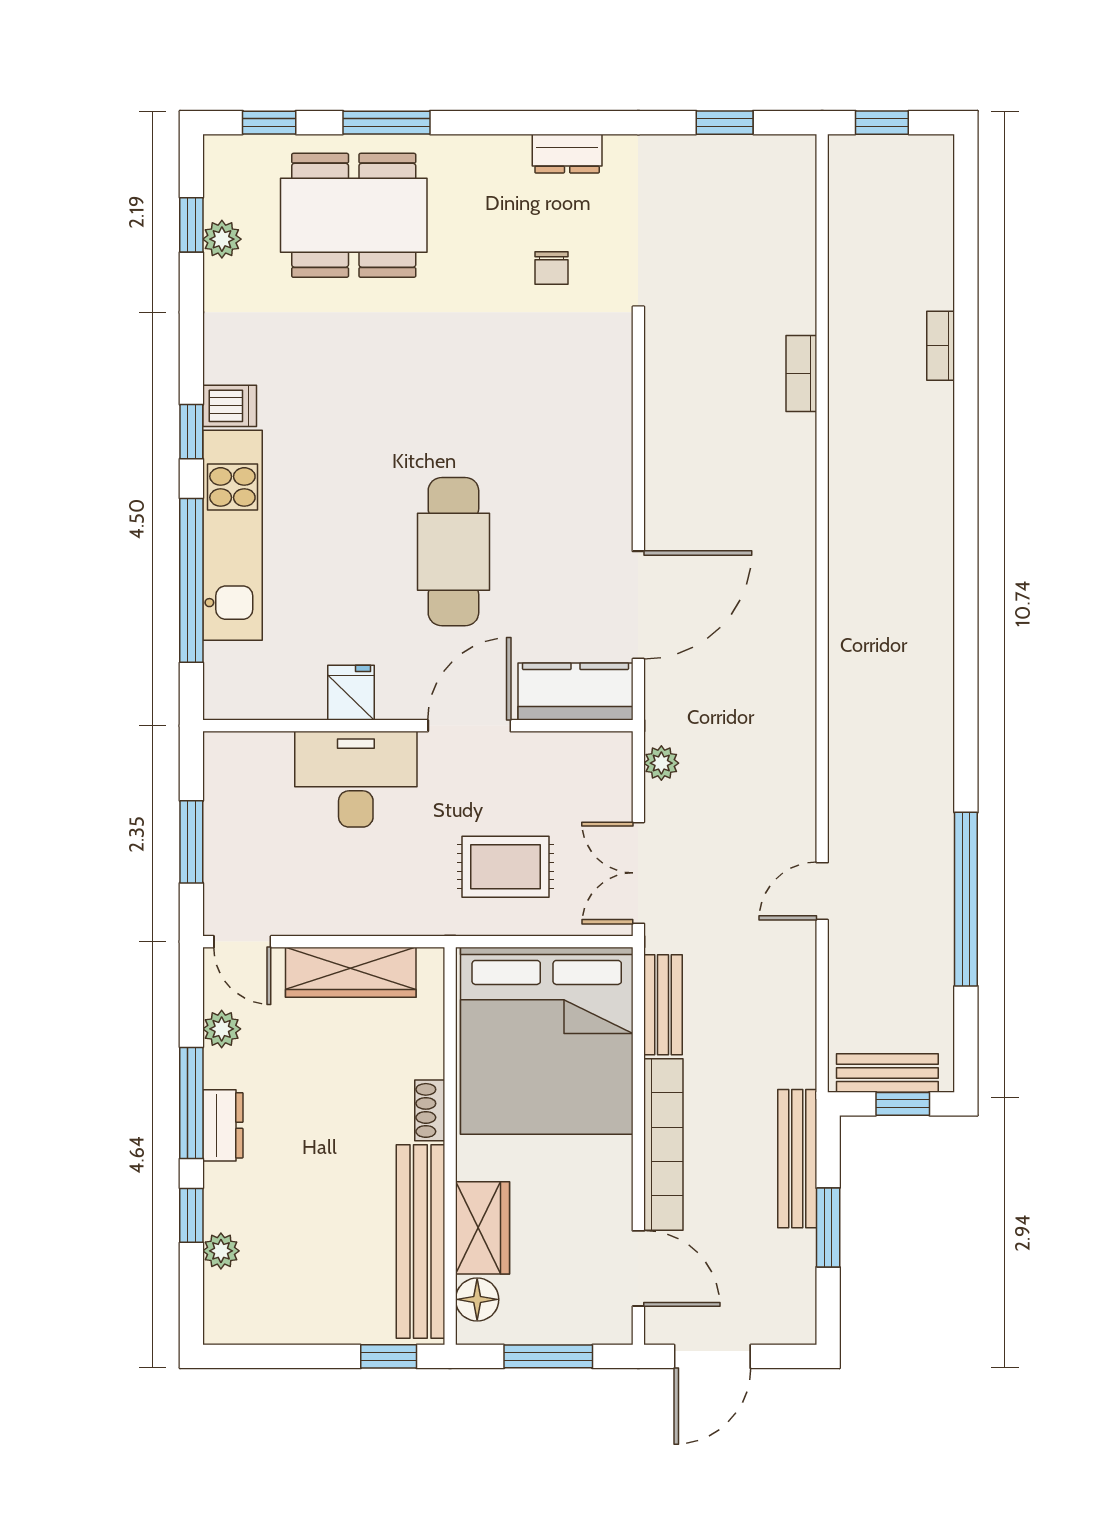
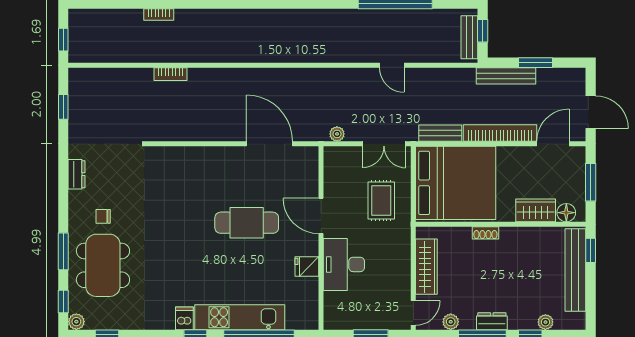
plant: (222, 239) -> (76, 322), moved
chair: (551, 268) -> (103, 216), moved, turned 180
kitchen counter: (575, 692) -> (306, 171), removed
bench: (420, 1241) -> (575, 270), moved, turned 90

